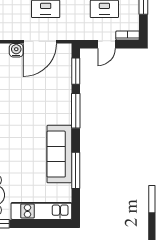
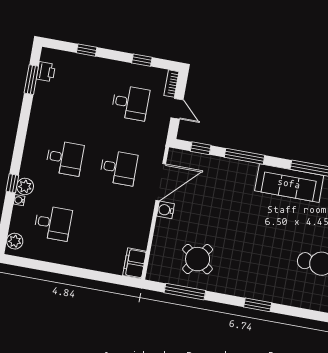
door: (40, 42) -> (161, 182), hinge flipped
window: (76, 71) -> (201, 148), width x0.67

